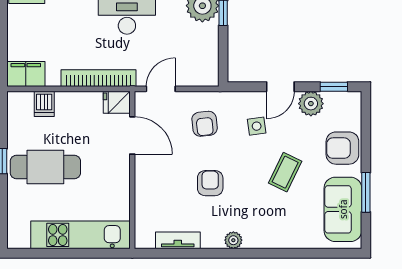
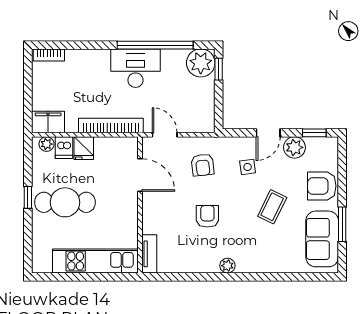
door: (161, 89) -> (165, 135), hinge flipped
plant: (24, 100) -> (47, 144), added
fridge: (117, 102) -> (84, 148), moved, turned -90
tv unit: (178, 240) -> (149, 254), moved, turned 90

